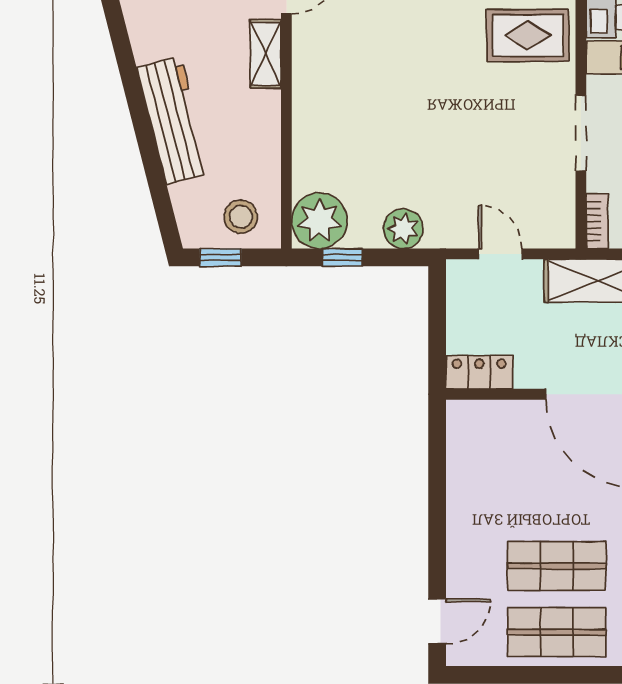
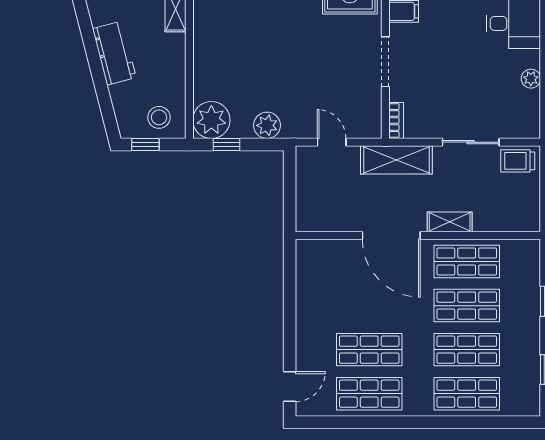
workbench: (173, 120) -> (114, 53), width x0.73
locker: (479, 372) -> (318, 221), removed

